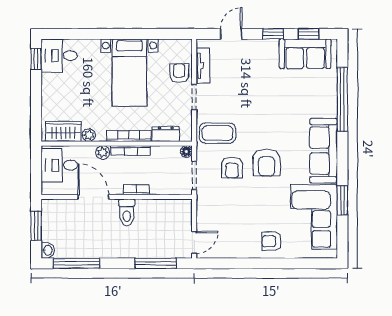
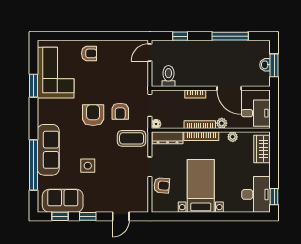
desk: (59, 56) -> (256, 194), width x1.37
tv unit: (203, 66) -> (143, 191), removed
armchair: (179, 73) -> (162, 185), turned -85
side table: (273, 98) -> (88, 166), added
wardrobe: (63, 131) -> (262, 149), moved, turned 90
dresser: (166, 134) -> (168, 138), width x1.44
sofa: (324, 151) -> (48, 150), moved
armchair: (232, 168) -> (120, 111), turned 180
toilet: (127, 212) -> (168, 76), moved
washbasin: (48, 250) -> (265, 65), moved
window: (76, 263) -> (230, 36), moved
window: (156, 263) -> (180, 36), width x0.46

